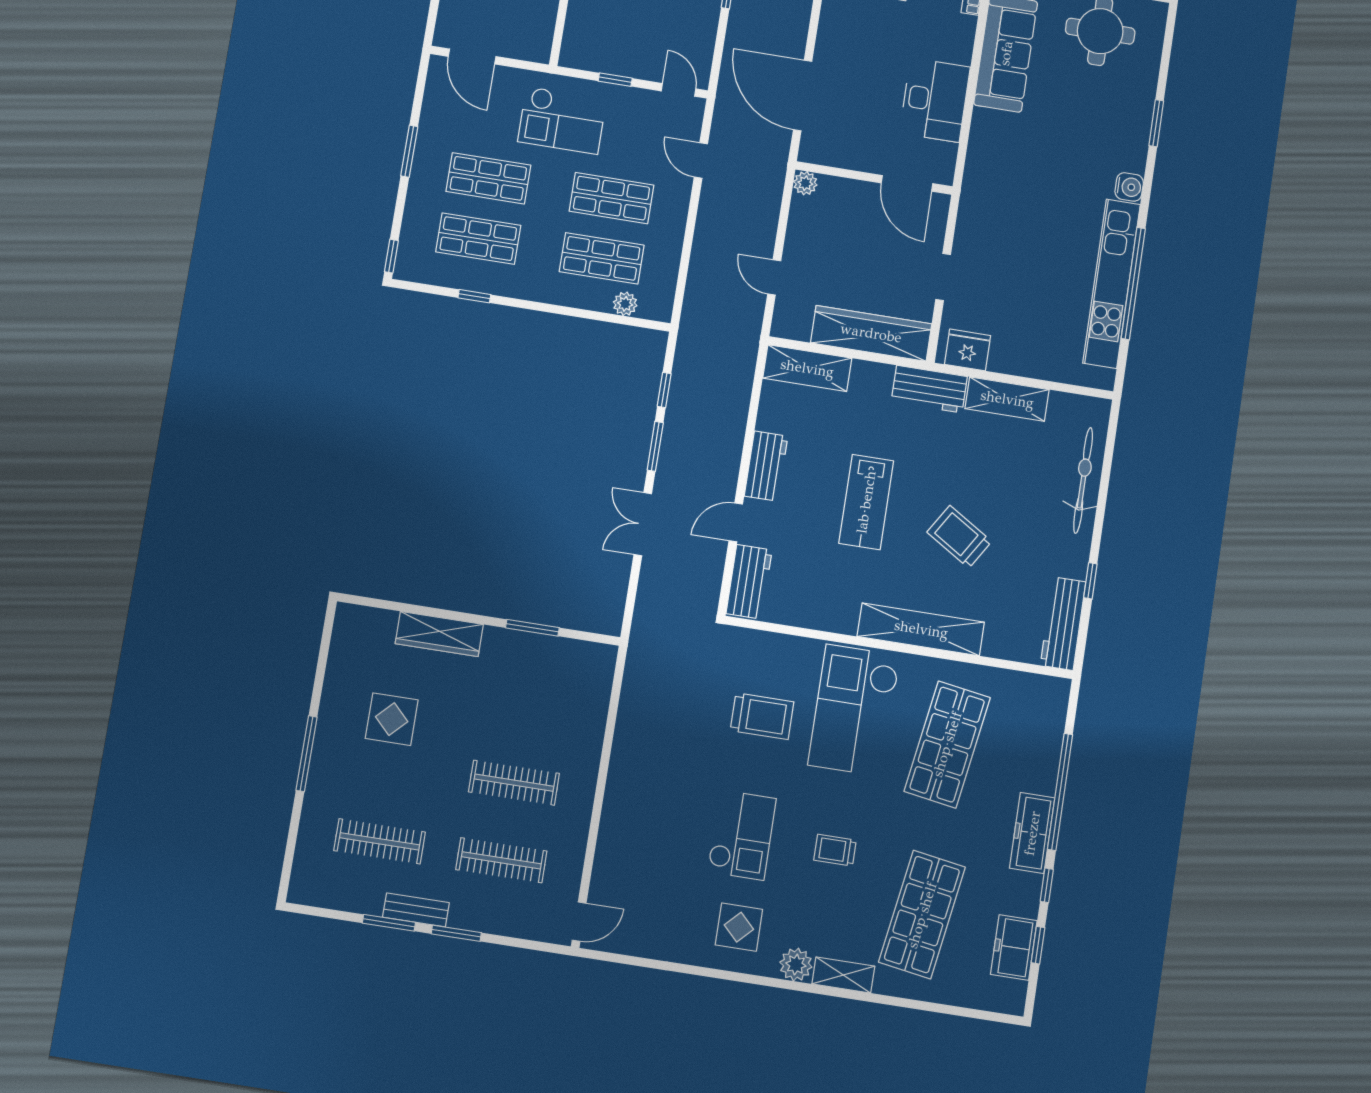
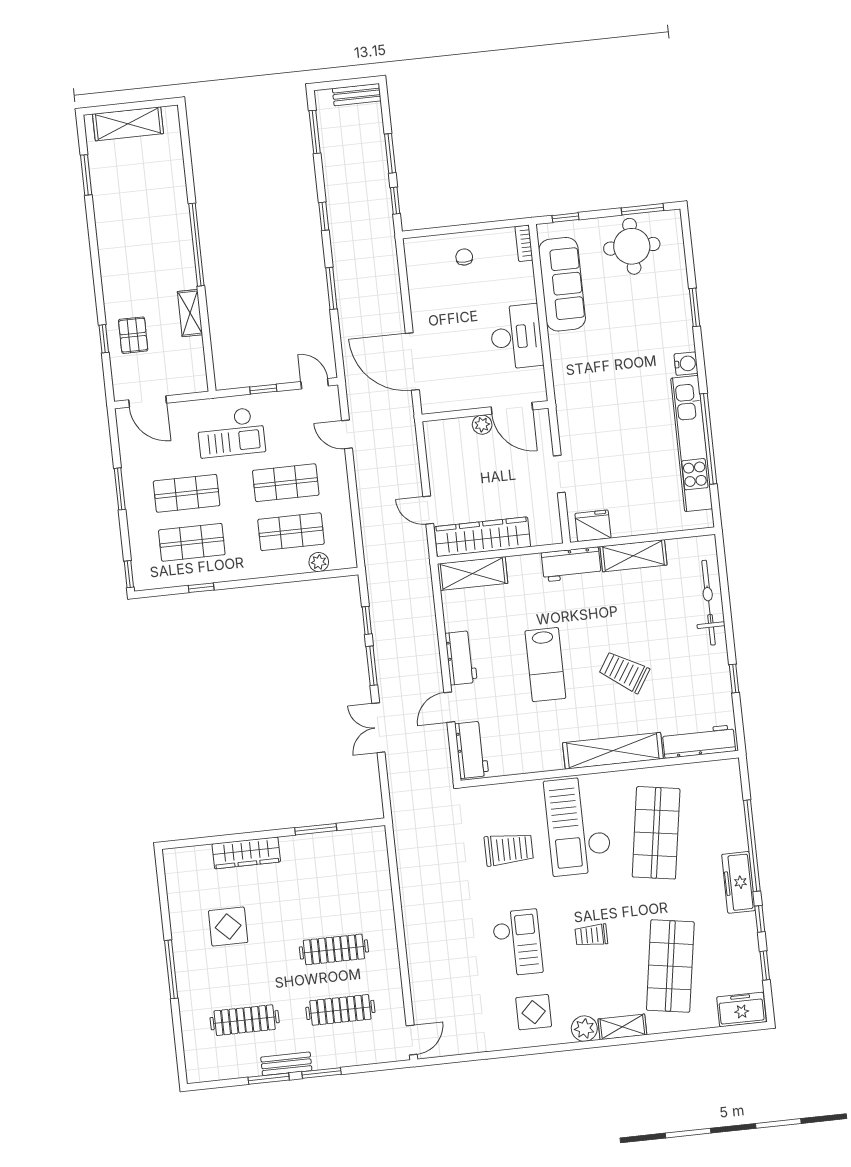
plant: (805, 183) -> (482, 425), moved
wardrobe: (871, 333) -> (482, 537), moved
workbench: (1063, 624) -> (699, 742), moved, turned 90
freezer: (1014, 948) -> (741, 1009), moved, turned 90

